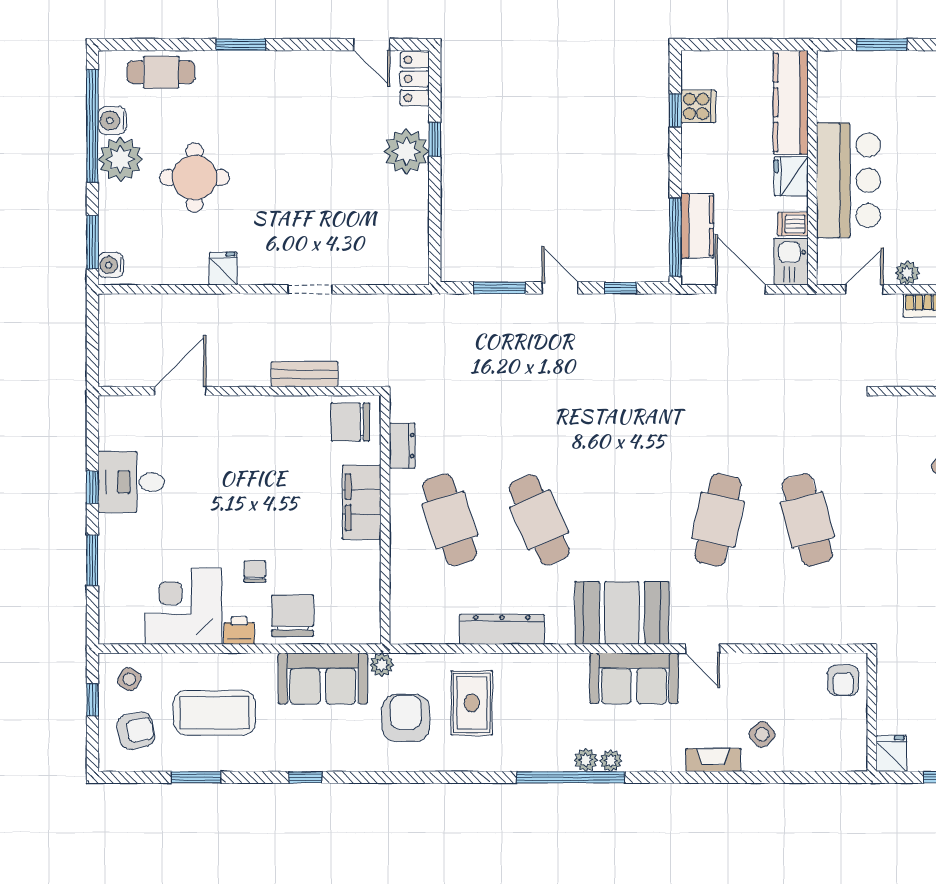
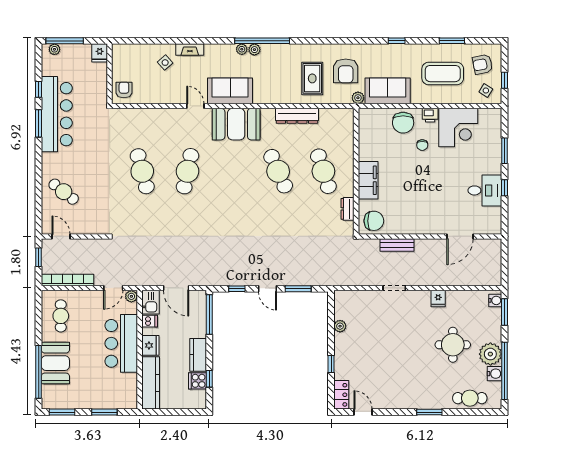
plant: (406, 151) -> (340, 326), moved, width x0.53, depth x0.53
kitchen counter: (697, 226) -> (198, 355), moved
plant: (907, 273) -> (131, 296), moved

